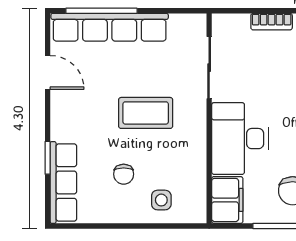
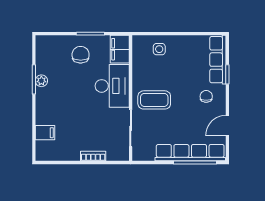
door: (48, 72) -> (227, 126), hinge flipped
coffee table: (146, 113) -> (154, 100), moved
chair: (124, 174) -> (206, 96), moved

